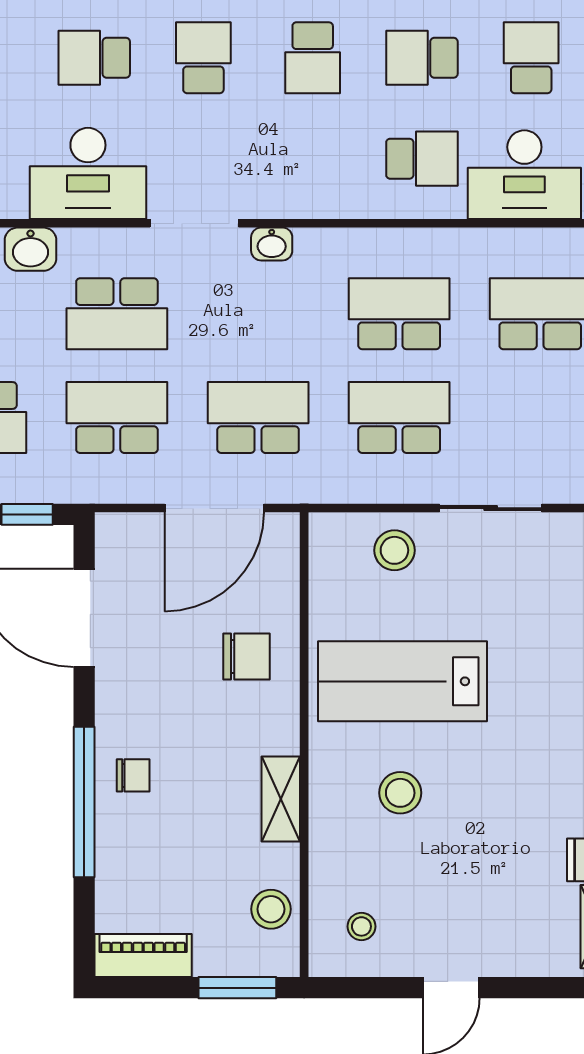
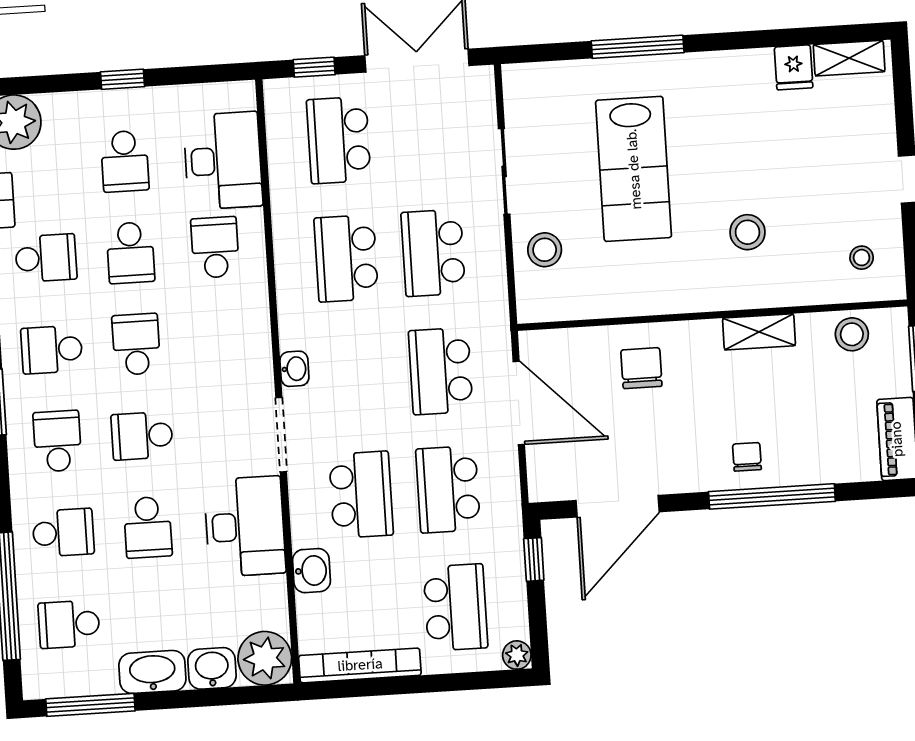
school desk: (313, 58) -> (136, 344), turned -90
school desk: (531, 58) -> (125, 161), turned -90
lab bench: (403, 681) -> (634, 169), moved

